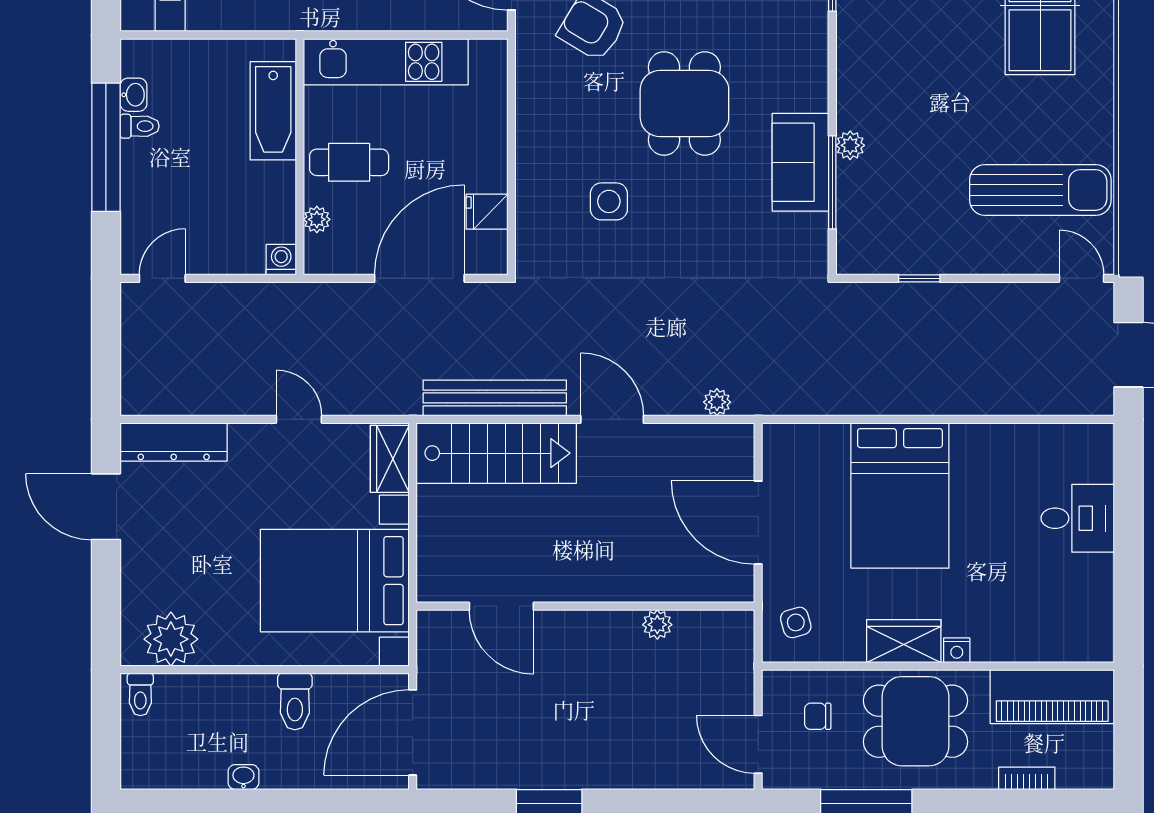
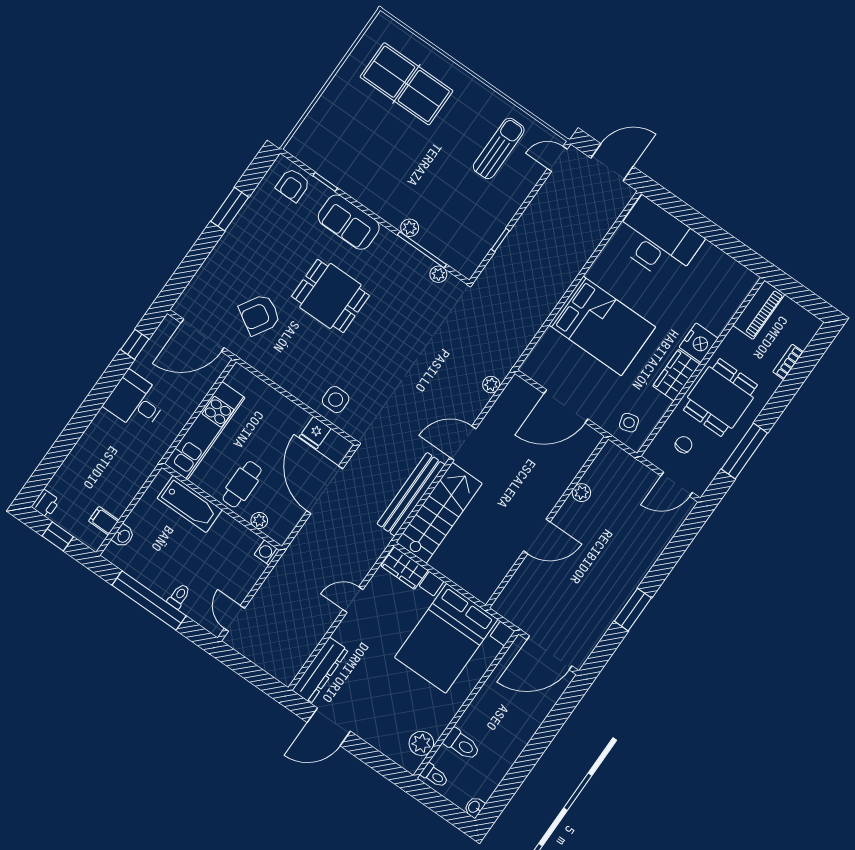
washbasin: (133, 95) -> (123, 536), moved, turned 90
toilet: (140, 126) -> (179, 596), moved
sofa: (800, 162) -> (349, 222), moved
sun lounger: (1040, 190) -> (499, 148), width x0.73, depth x0.75
side table: (609, 201) -> (336, 400), moved
plant: (815, 228) -> (438, 274), added
desk: (1078, 518) -> (657, 240), width x1.87, depth x1.30
door: (501, 606) -> (537, 536), moved
plant: (171, 639) -> (421, 743), width x0.73, depth x0.73
nightstand: (957, 650) -> (699, 343), width x1.89, depth x1.79
piano: (1052, 697) -> (759, 310), width x0.73, depth x0.75
toilet: (295, 702) -> (462, 744), moved
chair: (818, 716) -> (684, 445), turned 180
door: (413, 732) -> (549, 653), hinge flipped
washbasin: (243, 777) -> (474, 807), moved

